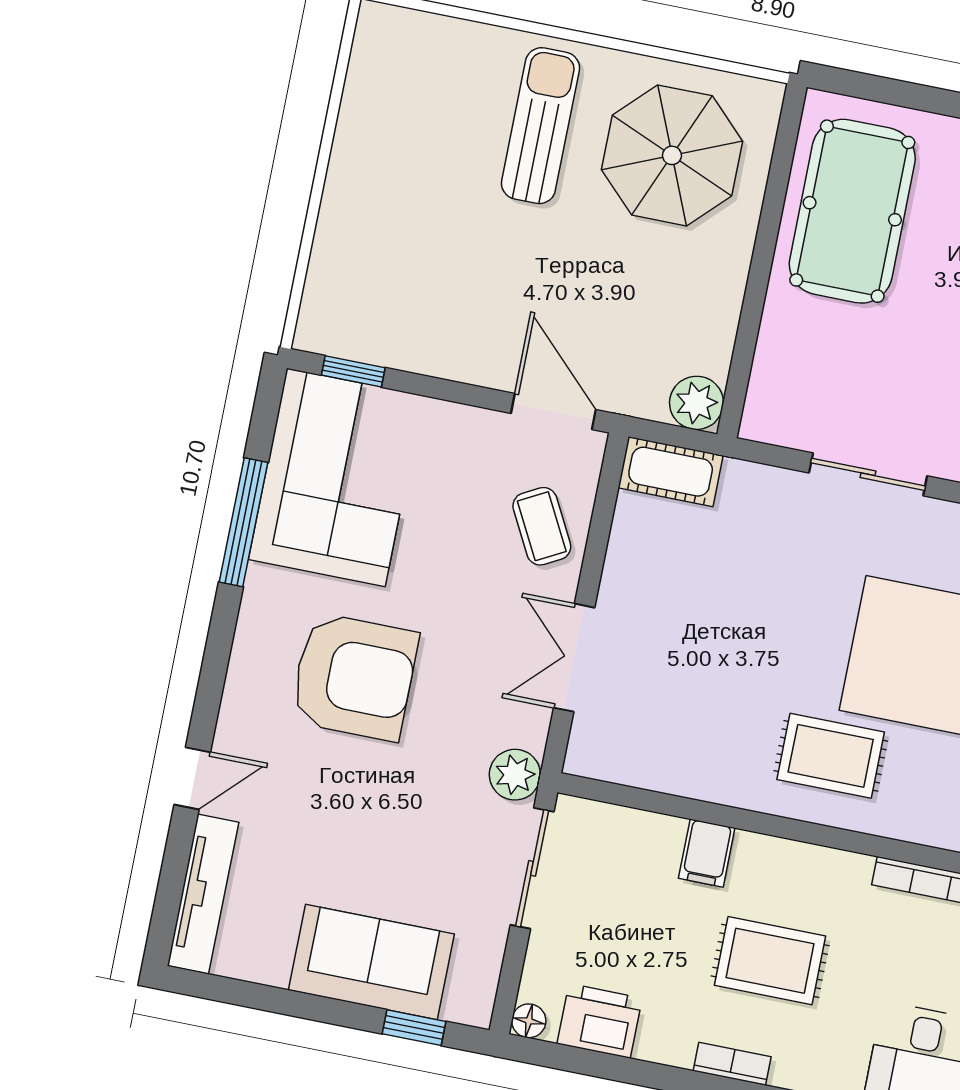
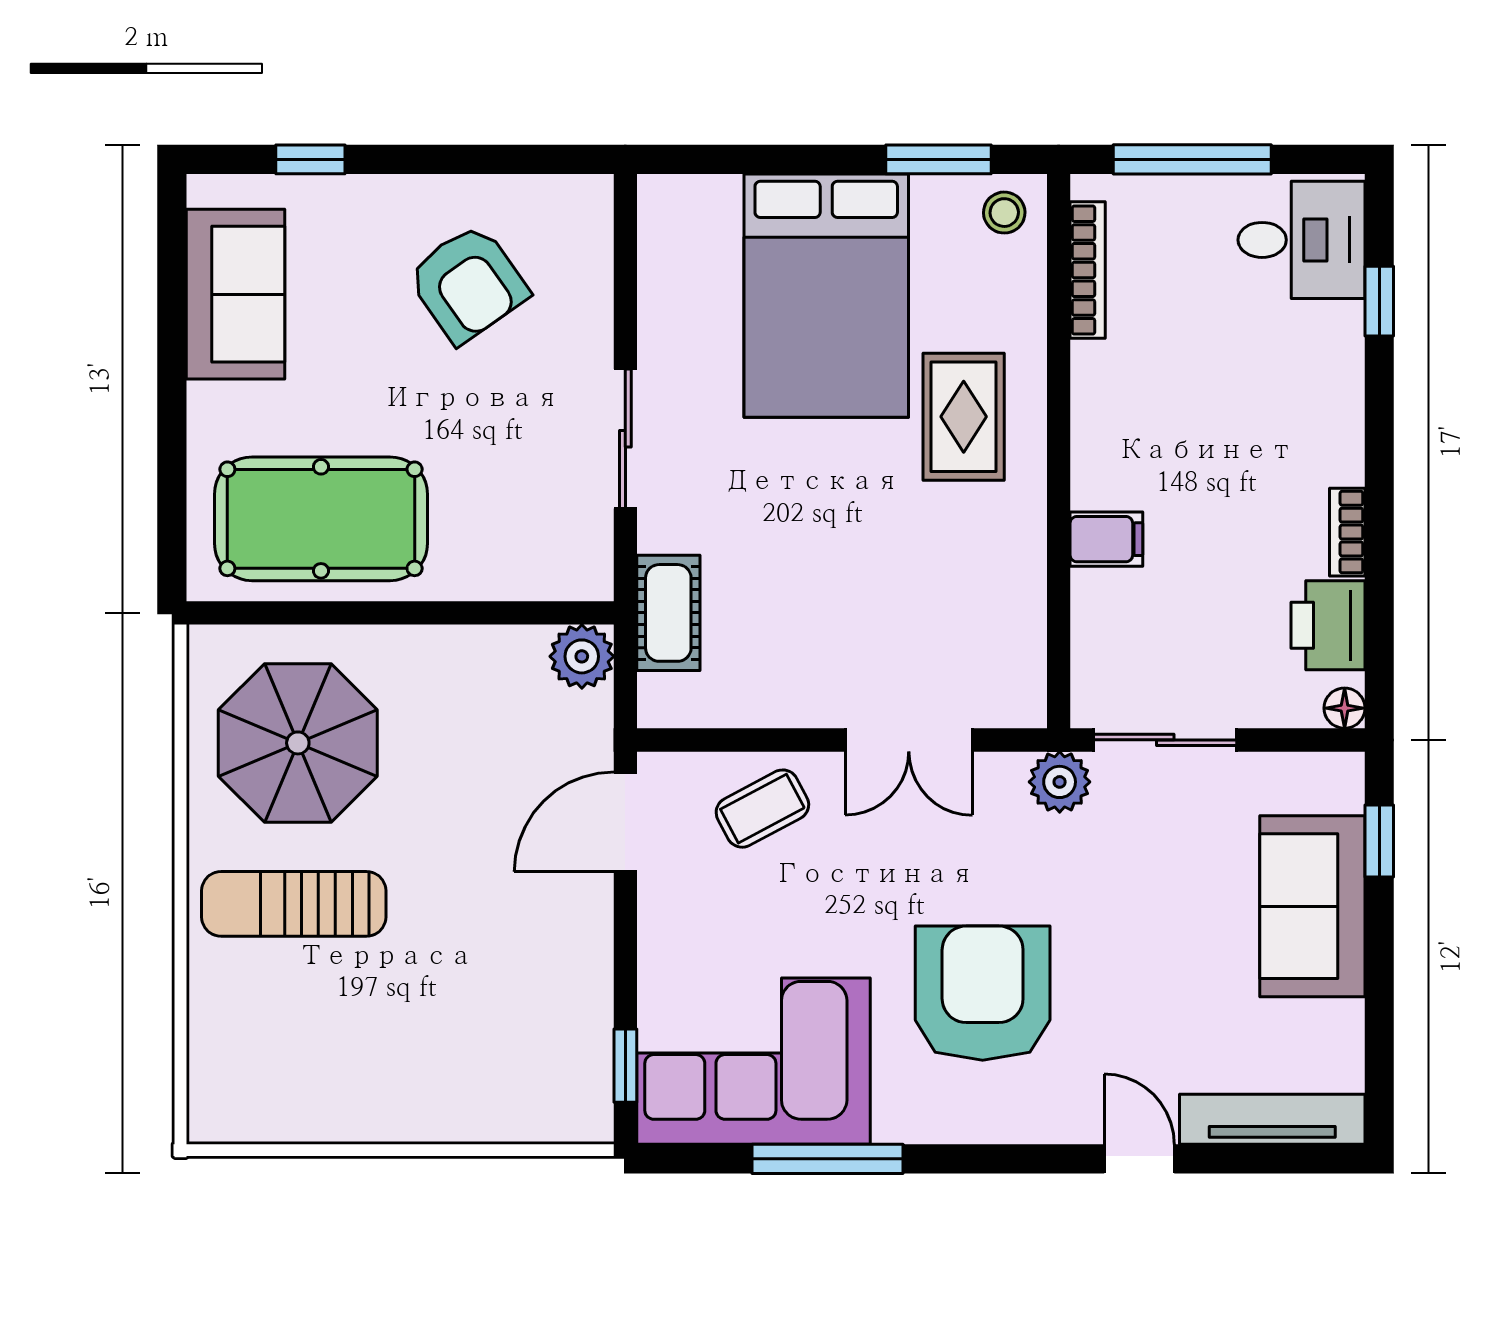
cot: (671, 472) -> (668, 613), moved
rug: (770, 961) -> (1218, 440), removed
bookcase: (732, 1064) -> (1347, 532), moved

